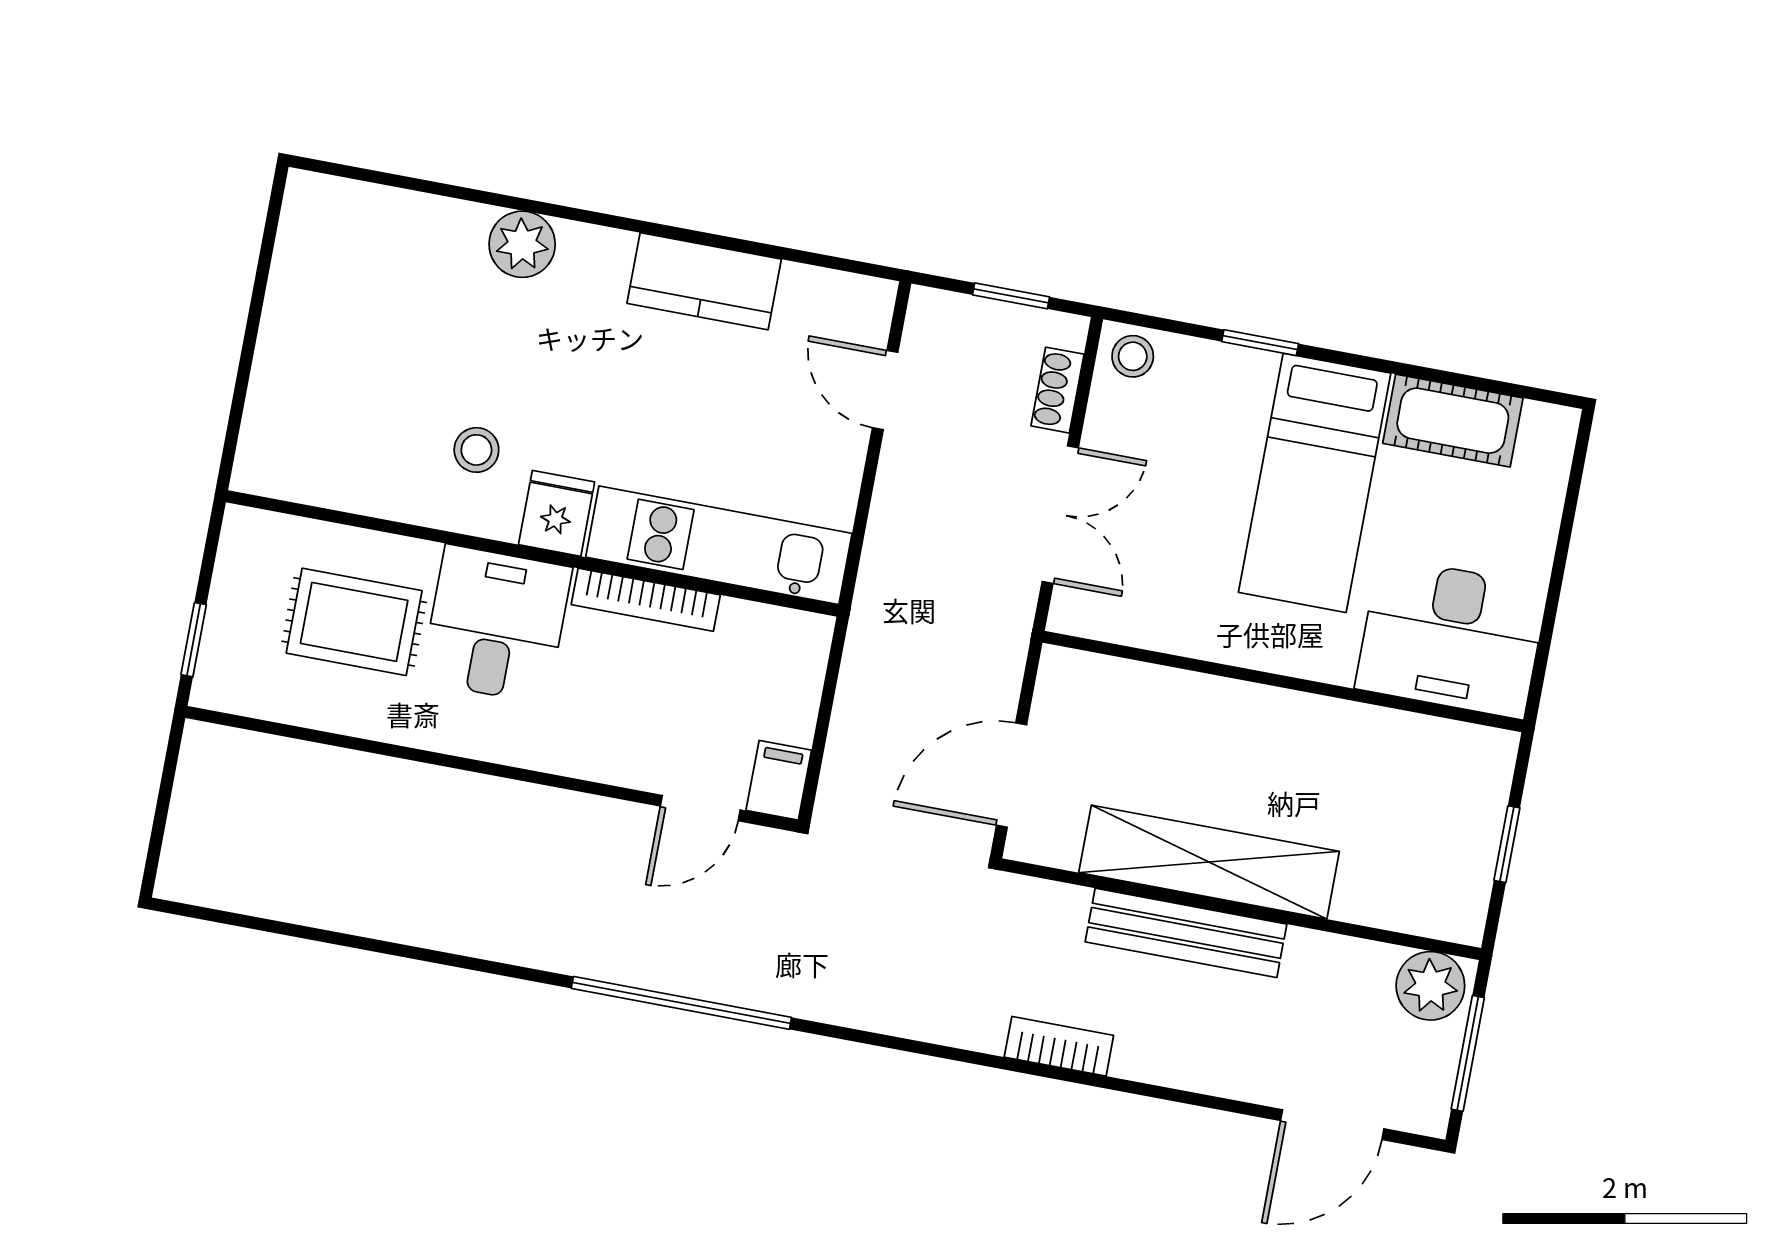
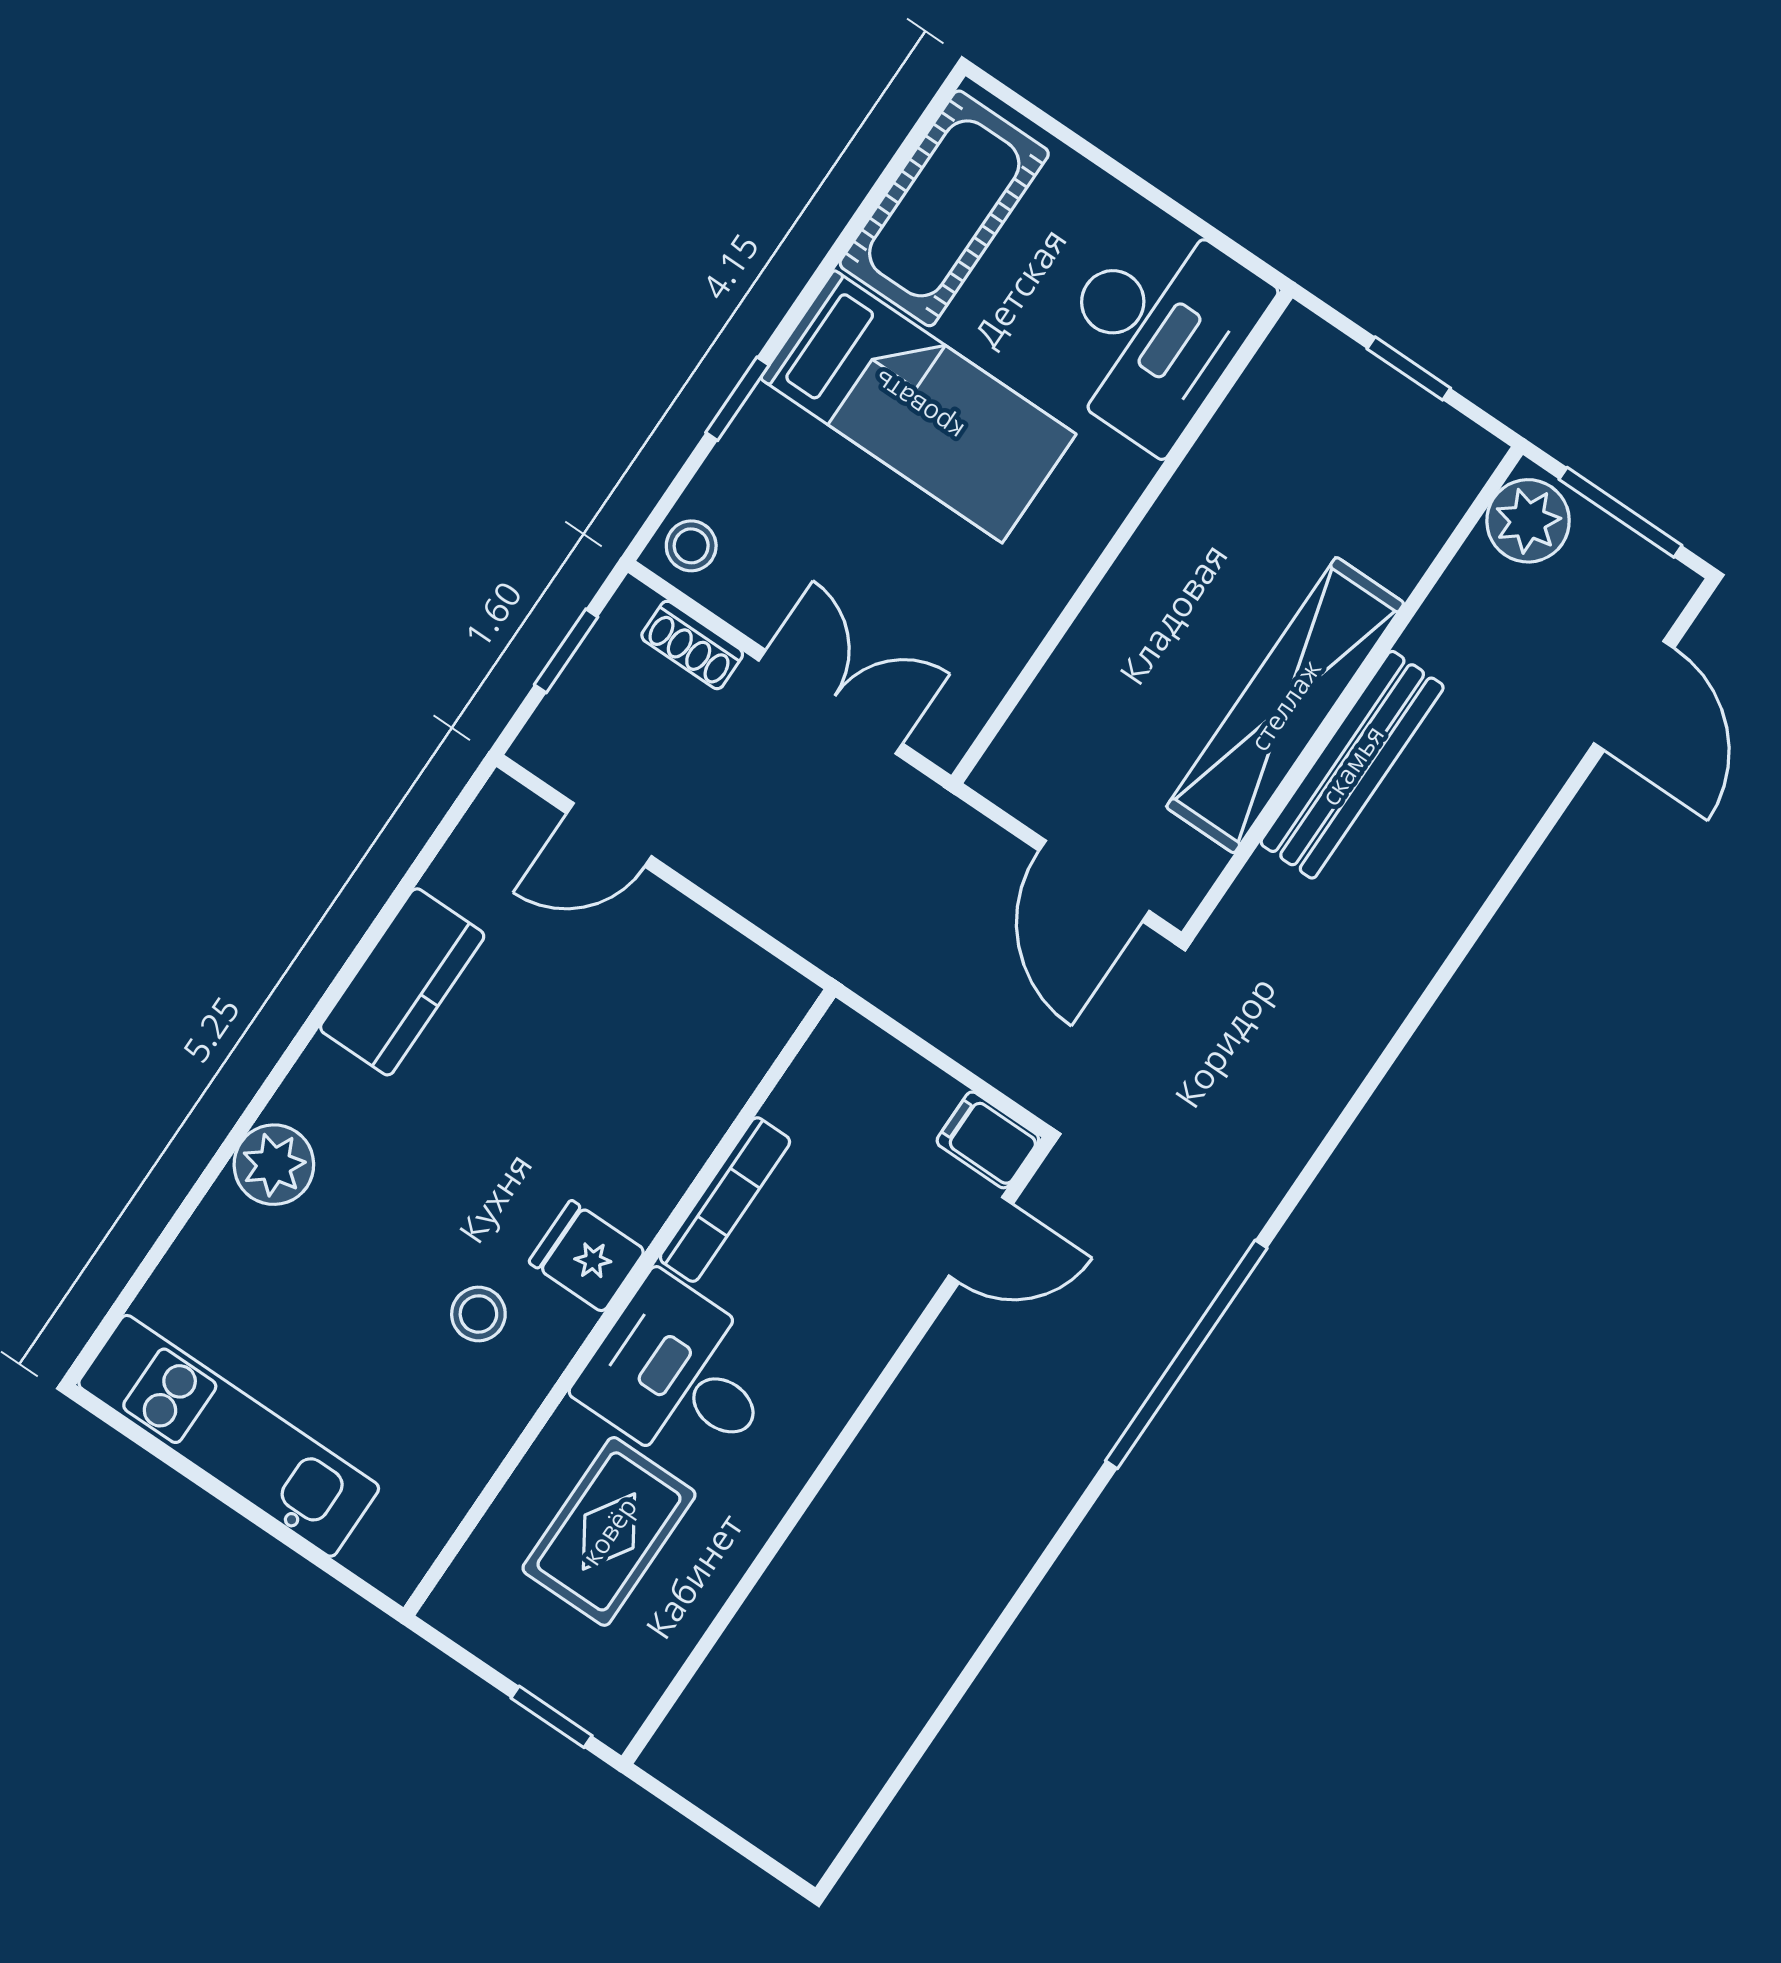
cot: (1453, 421) -> (944, 208), width x1.37, depth x1.34
kitchen unit: (719, 545) -> (229, 1436), moved, turned 90
door: (700, 808) -> (981, 1240), hinge flipped
bookcase: (1059, 1046) -> (1416, 959), removed

